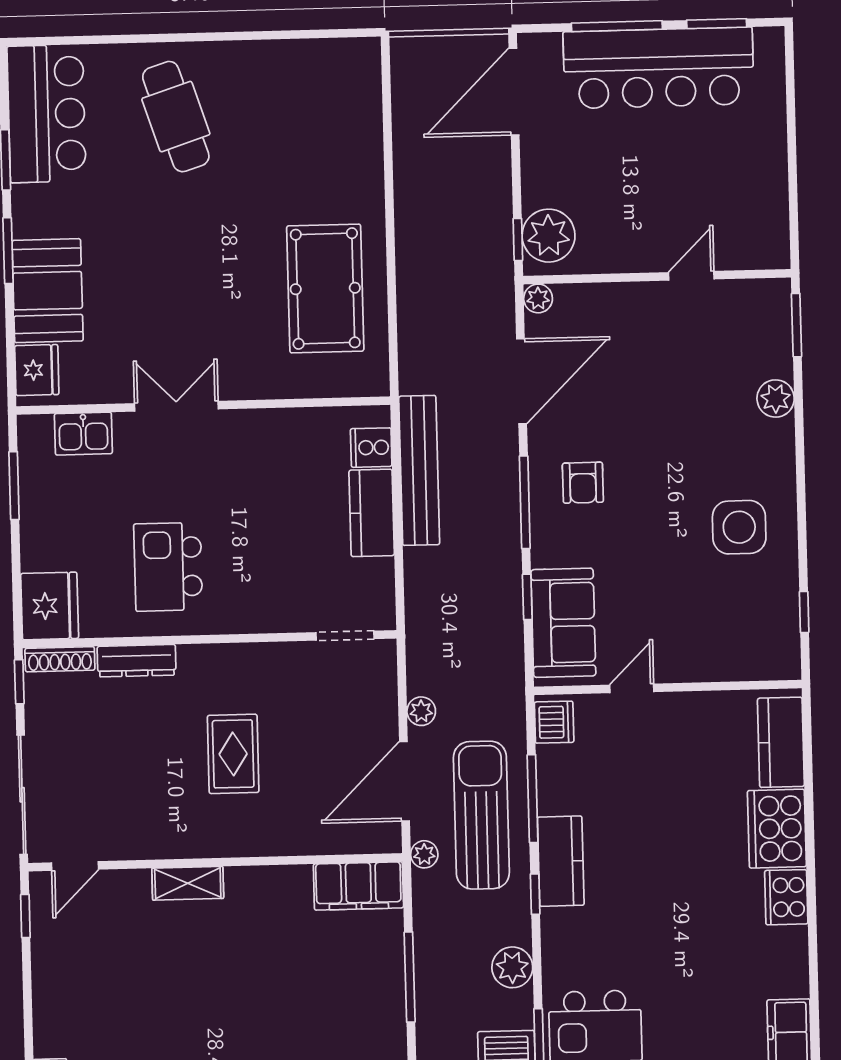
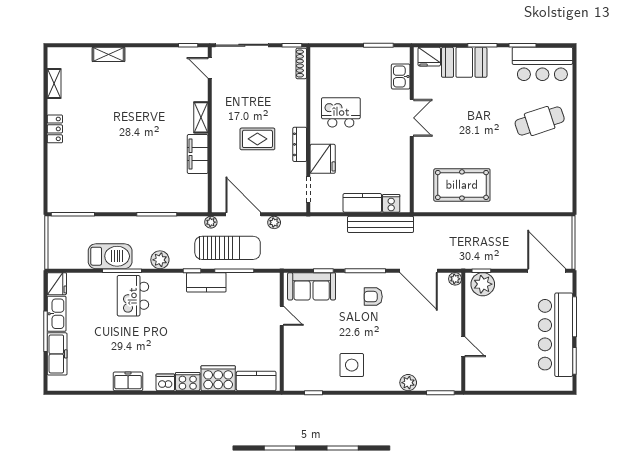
fridge: (50, 606) -> (323, 159), moved, turned -90
dresser: (137, 661) -> (300, 144), moved
dishwasher: (554, 722) -> (165, 382), moved, turned 180
filing cabinet: (358, 886) -> (198, 154), moved

